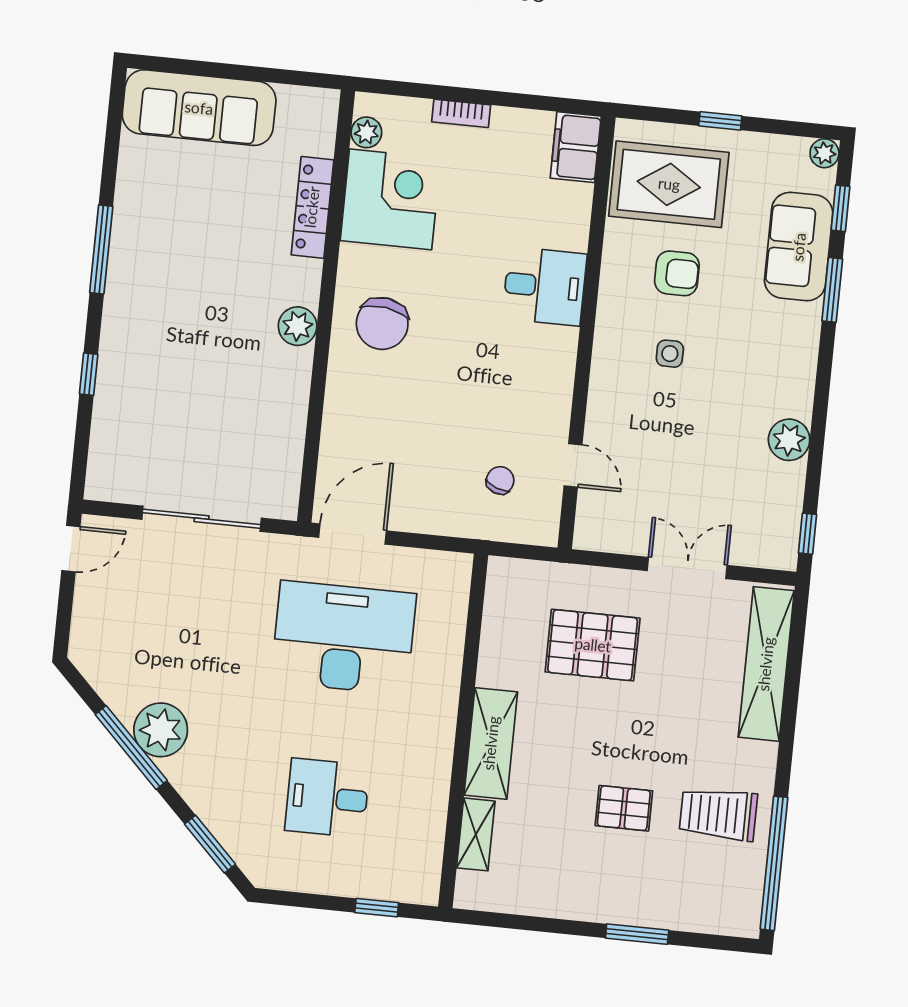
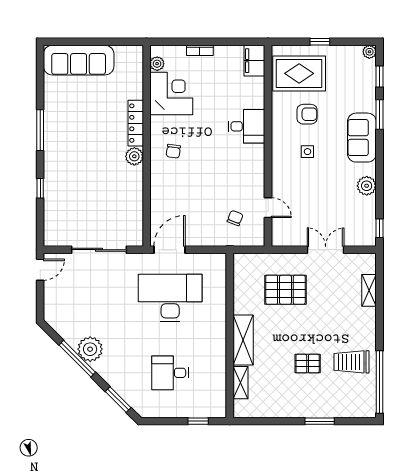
locker: (312, 207) -> (136, 123), moved
sofa: (799, 247) -> (362, 138), moved
chair: (382, 324) -> (173, 151), width x0.54, depth x0.54
shelving: (766, 664) -> (369, 290), width x0.45, depth x0.75

